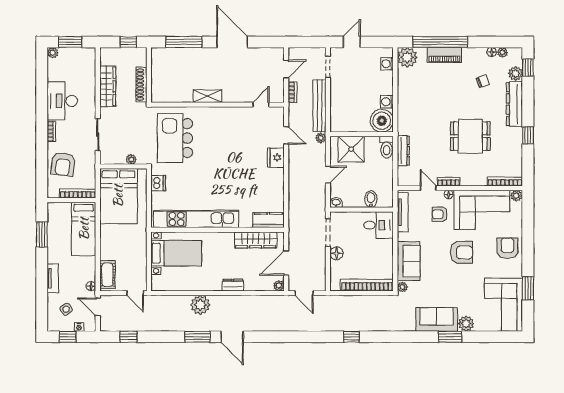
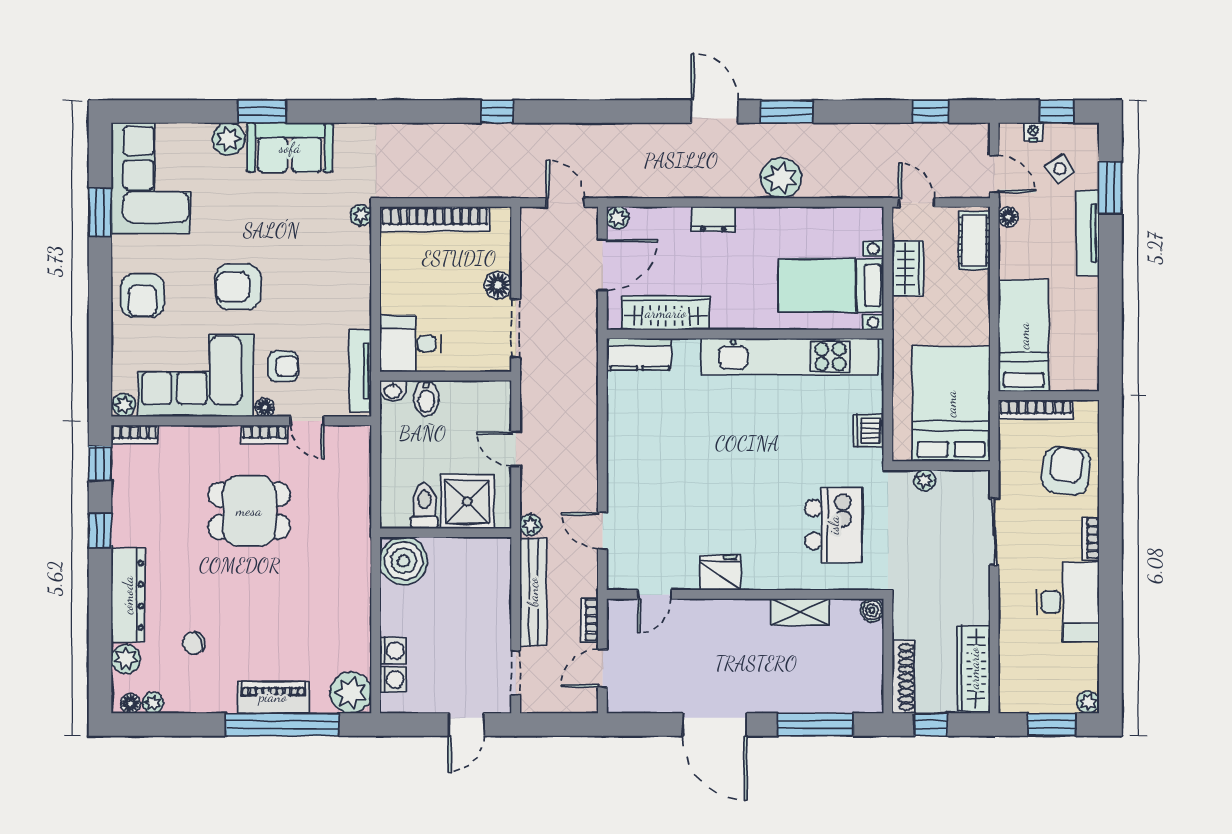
floor lamp: (492, 52) -> (130, 704), moved
window: (528, 68) -> (100, 464), moved
shoe rack: (141, 85) -> (903, 677), moved
wardrobe: (108, 86) -> (974, 668), moved
shelving: (208, 96) -> (800, 612), moved
boiler: (157, 97) -> (872, 610), added
washing machine: (387, 102) -> (393, 651), moved
dining table: (470, 136) -> (249, 511), moved
kitchen island: (175, 138) -> (834, 525), width x0.73, depth x0.78
toilet: (387, 147) -> (424, 506), moved
dresser: (403, 151) -> (359, 499), removed
fridge: (276, 158) -> (720, 573), moved, turned -90
door: (328, 175) -> (516, 449), hinge flipped
bookcase: (505, 181) -> (135, 434), width x0.64
washbasin: (336, 203) -> (393, 391), moved
window: (42, 234) -> (1110, 188), moved
wardrobe: (139, 261) -> (908, 268), added
sofa: (409, 261) -> (348, 269), removed
tv unit: (53, 278) -> (1088, 233), width x1.41
window: (351, 337) -> (497, 112), moved

